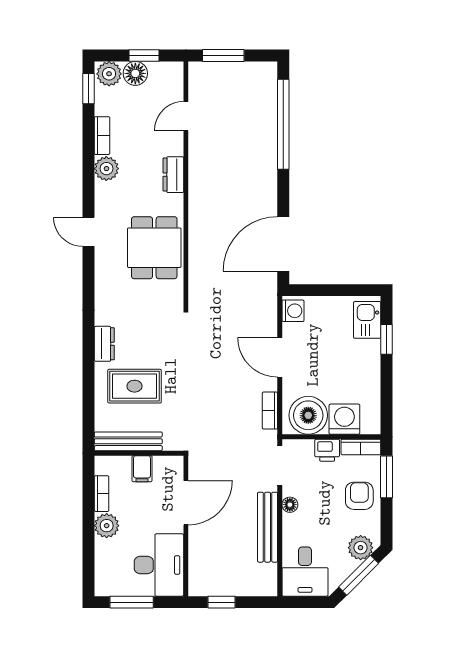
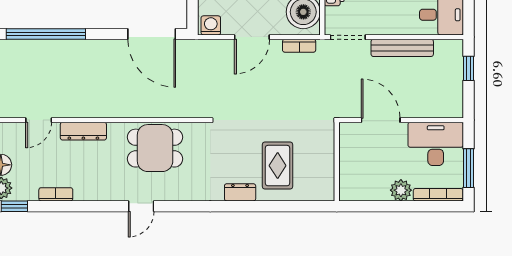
door: (186, 116) -> (39, 120), hinge flipped
plant: (106, 169) -> (85, 190), removed
dresser: (173, 175) -> (83, 131), width x1.44
bench: (128, 441) -> (326, 171), removed
filing cabinet: (142, 469) -> (350, 159), removed
bookcase: (102, 494) -> (438, 195), moved, width x1.56
floor lamp: (290, 505) -> (382, 28), removed
window: (222, 602) -> (469, 68), moved

